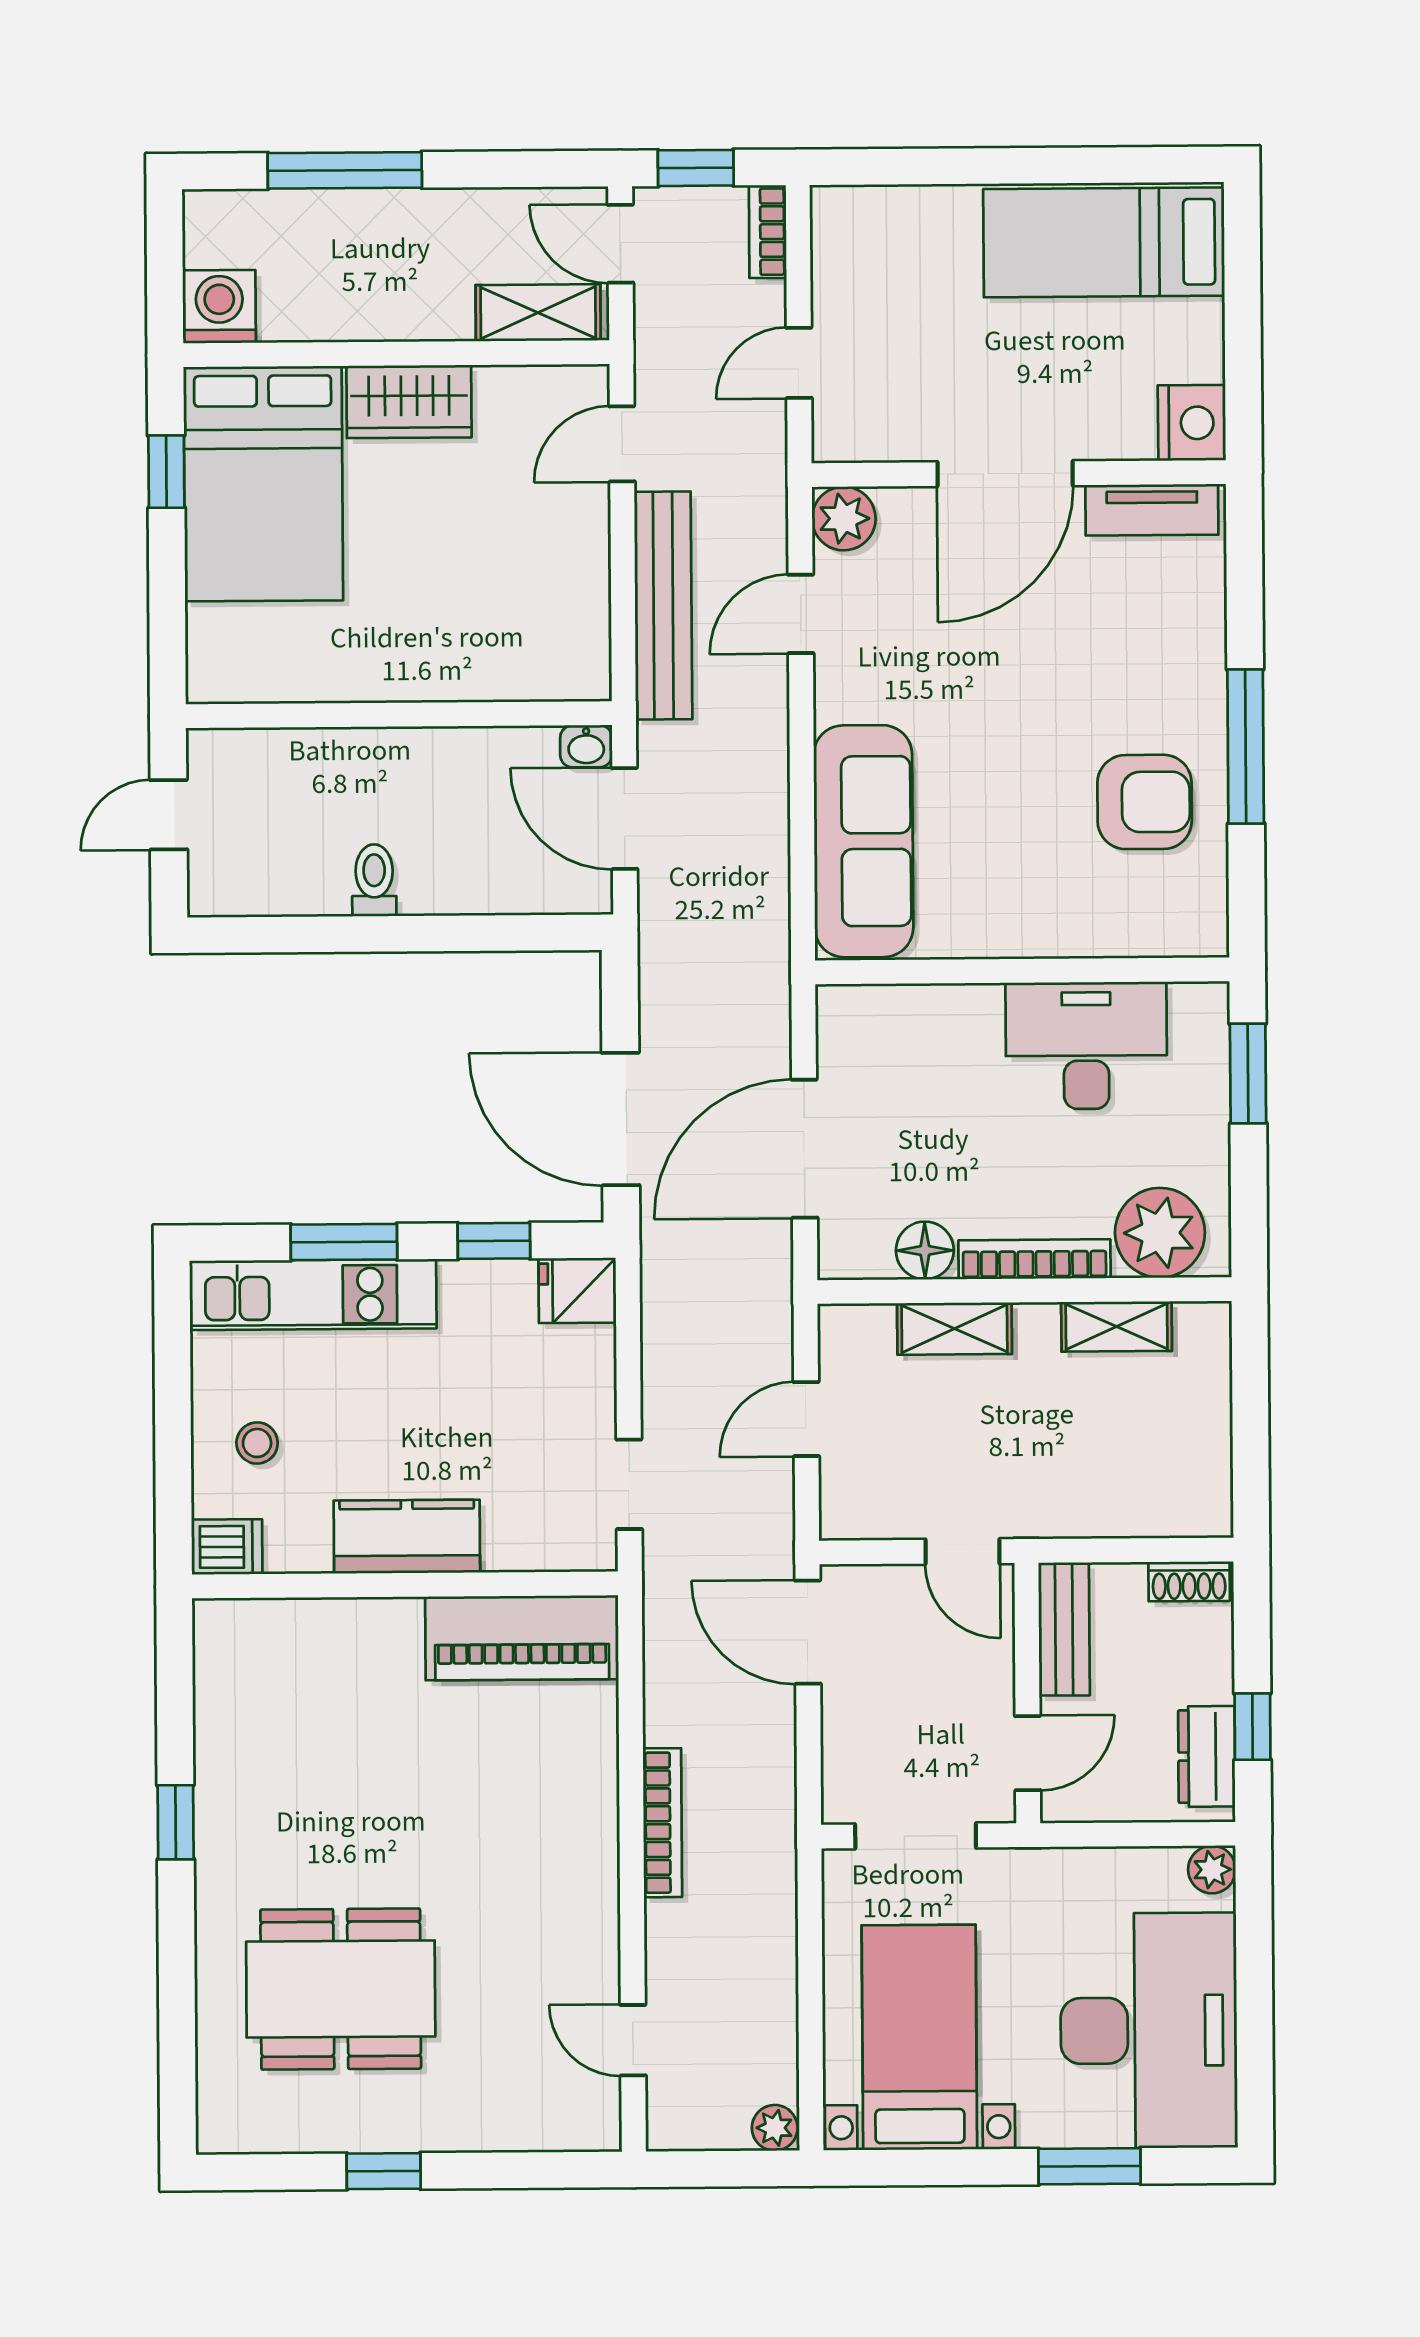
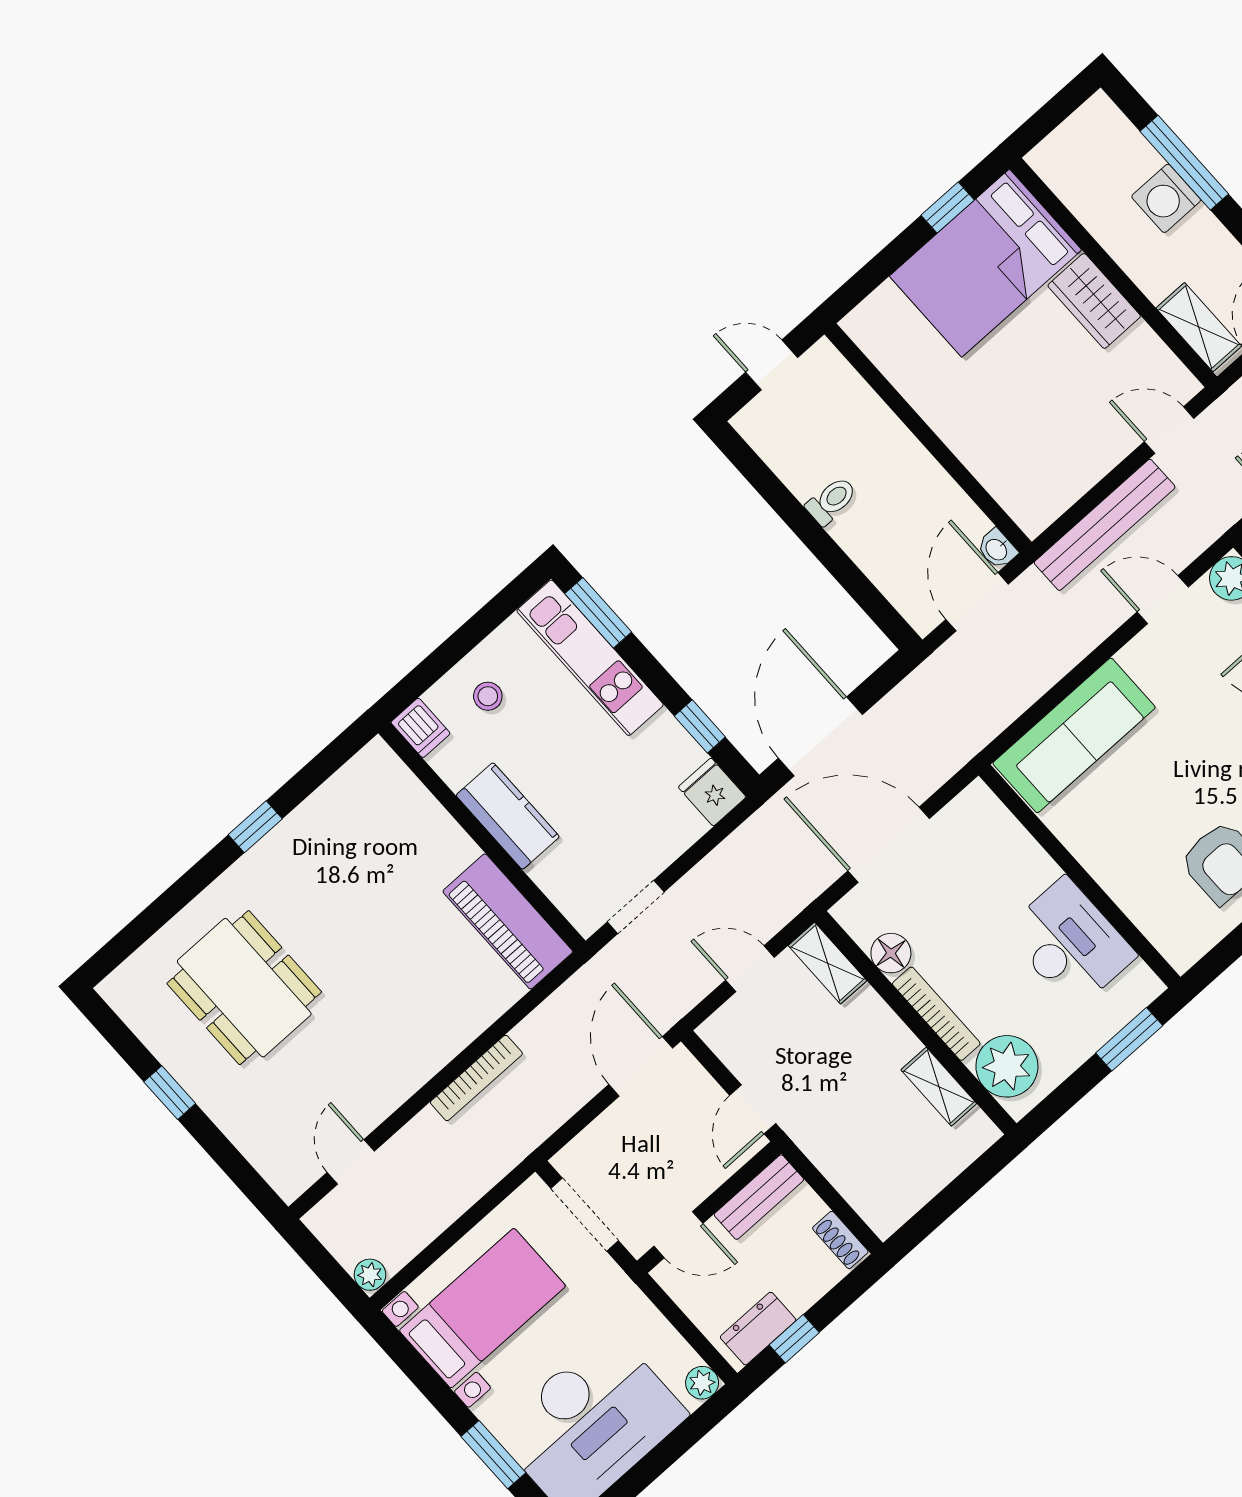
washing machine: (219, 307) -> (1166, 198), moved, turned 180
window: (344, 1242) -> (598, 613), moved
shelving: (954, 1329) -> (828, 963), moved

